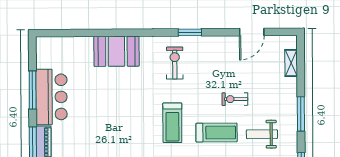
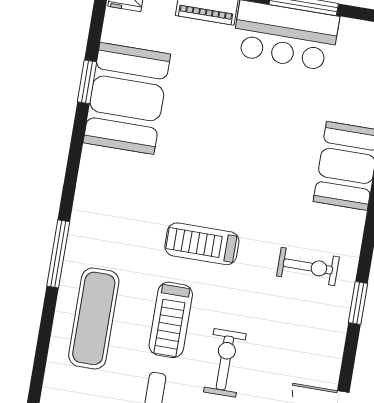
exercise bike: (235, 99) -> (225, 363), width x1.38, depth x1.39

